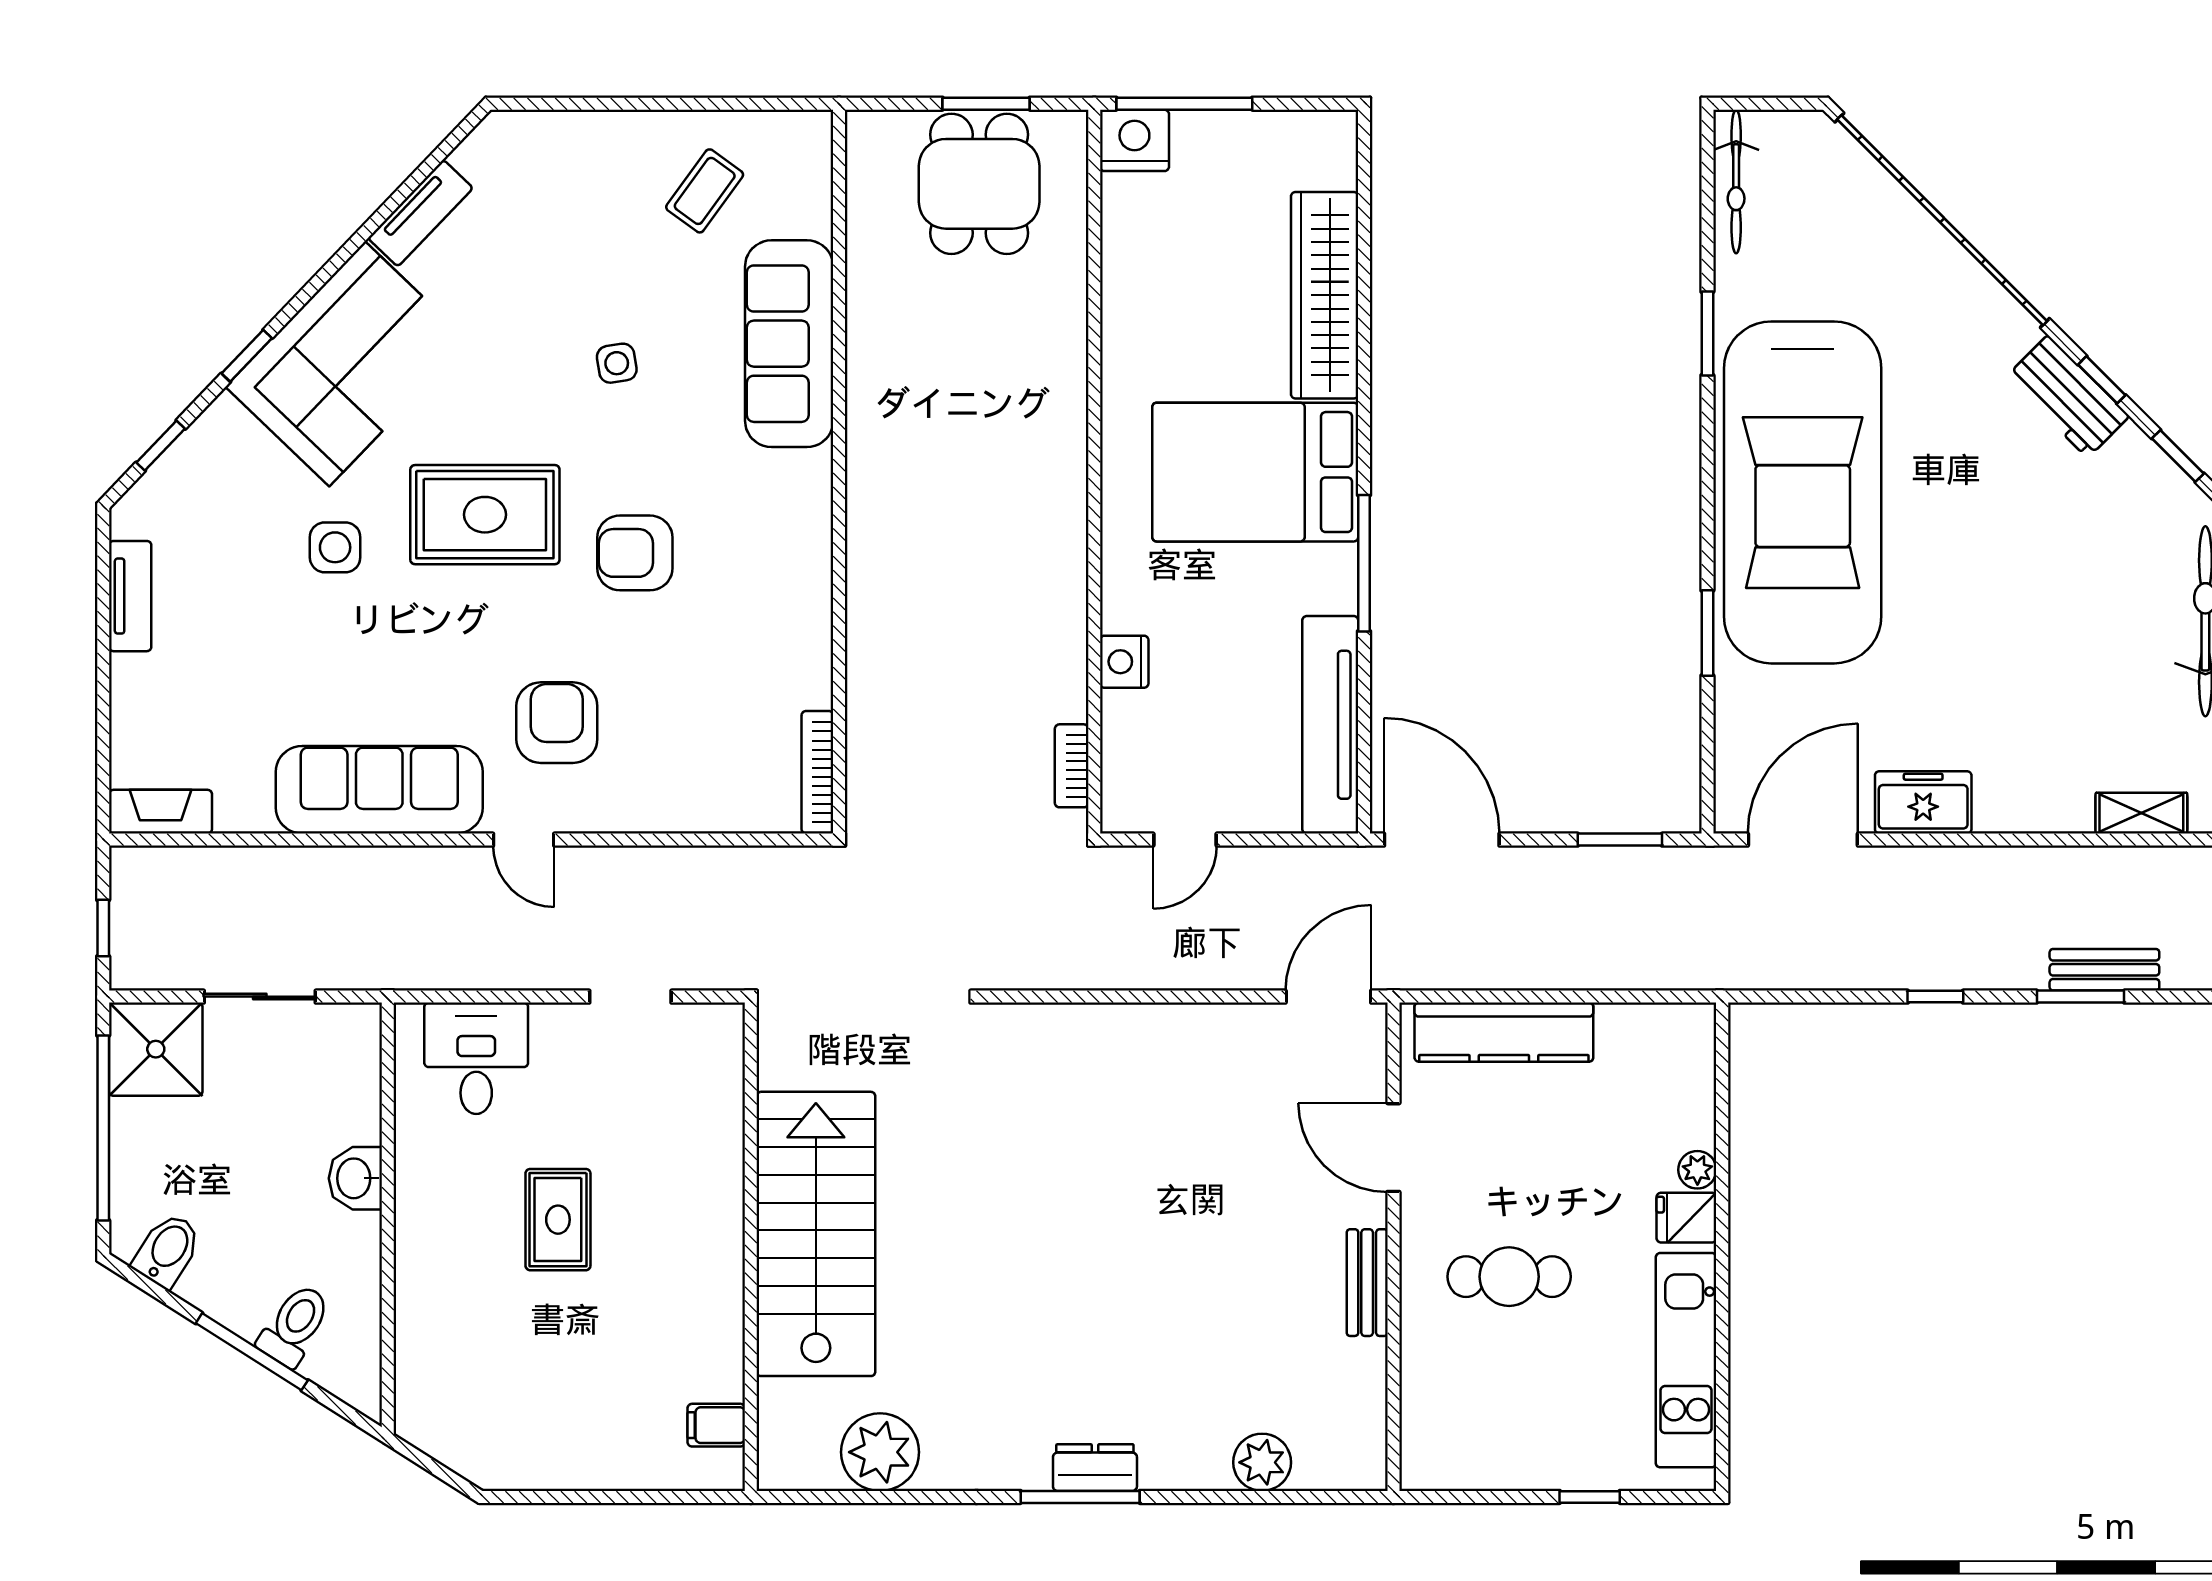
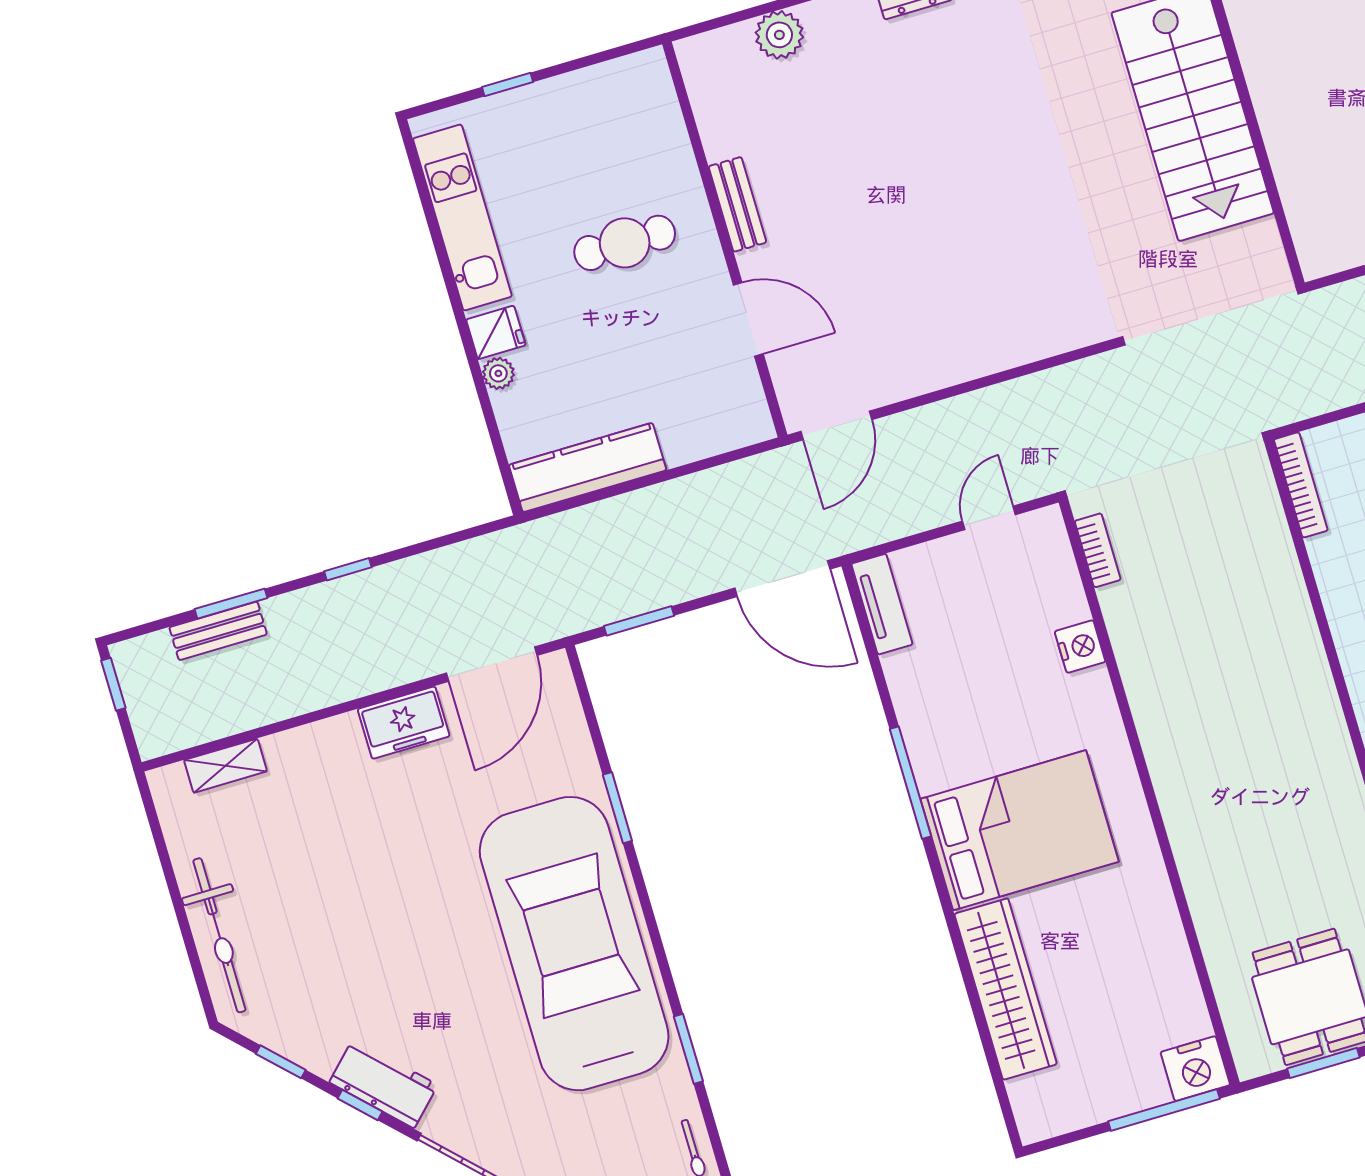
tv unit: (1330, 725) -> (882, 604), width x0.52, depth x0.78
kitchen counter: (1504, 1032) -> (588, 467), moved

